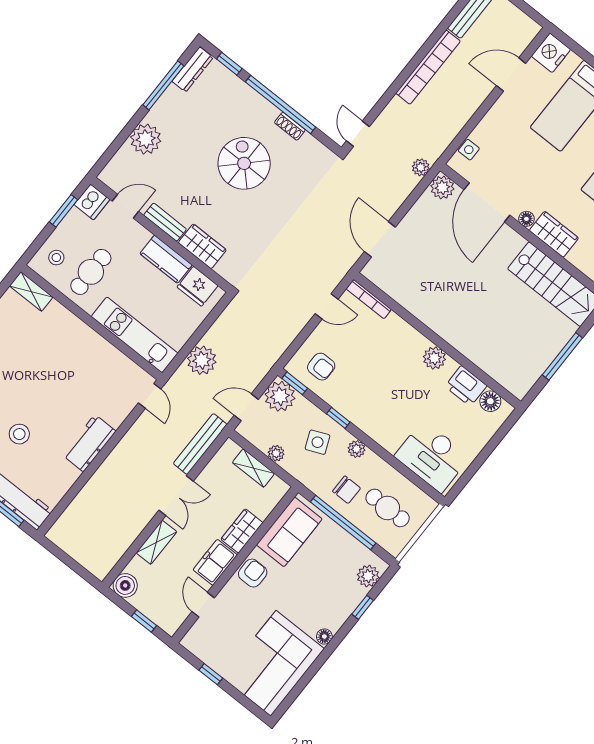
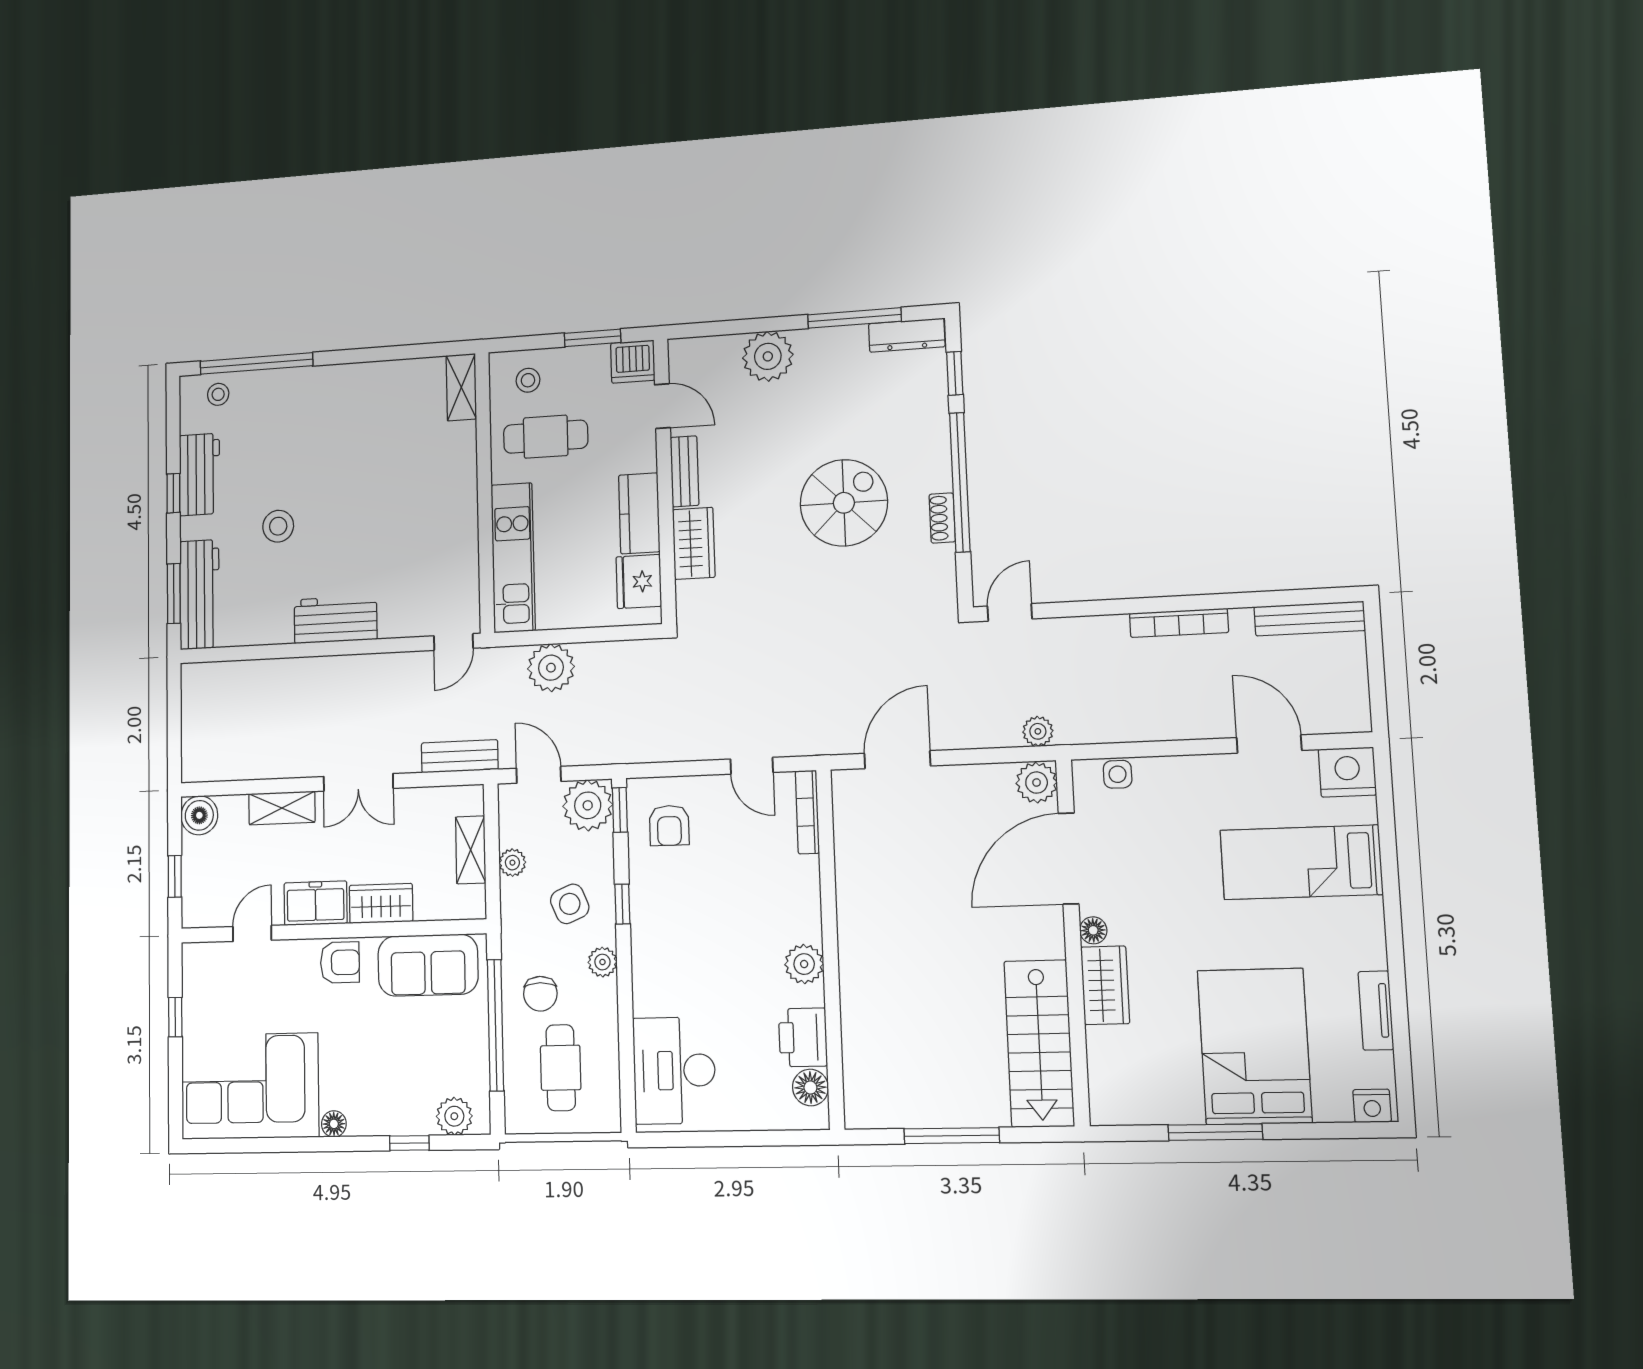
bookcase: (428, 67) -> (1179, 623), width x0.68, depth x0.76
bench: (200, 444) -> (460, 756), width x0.73

